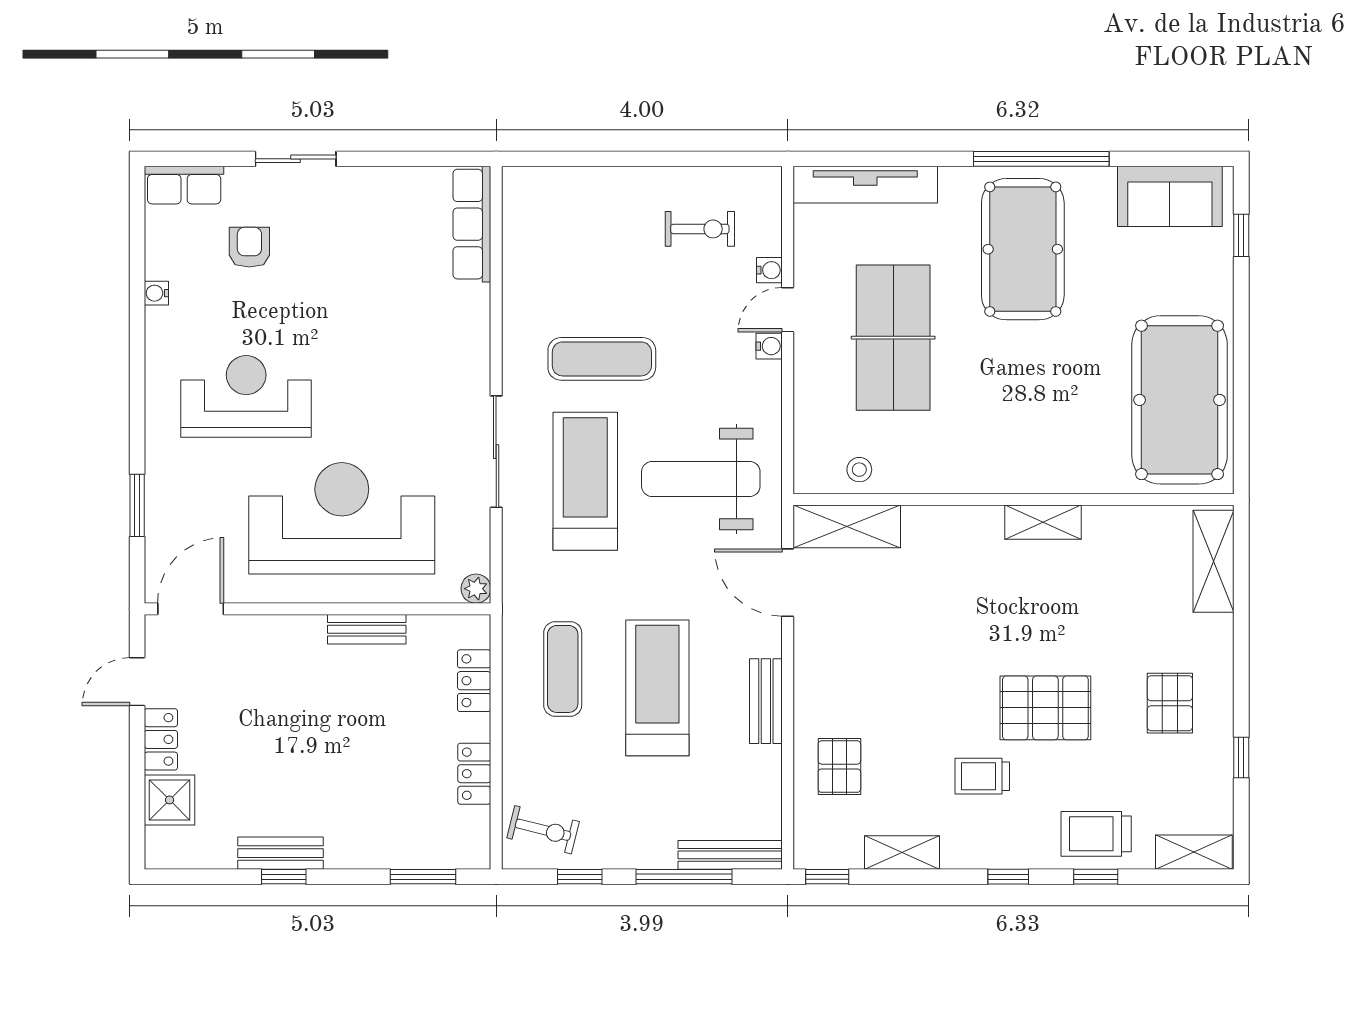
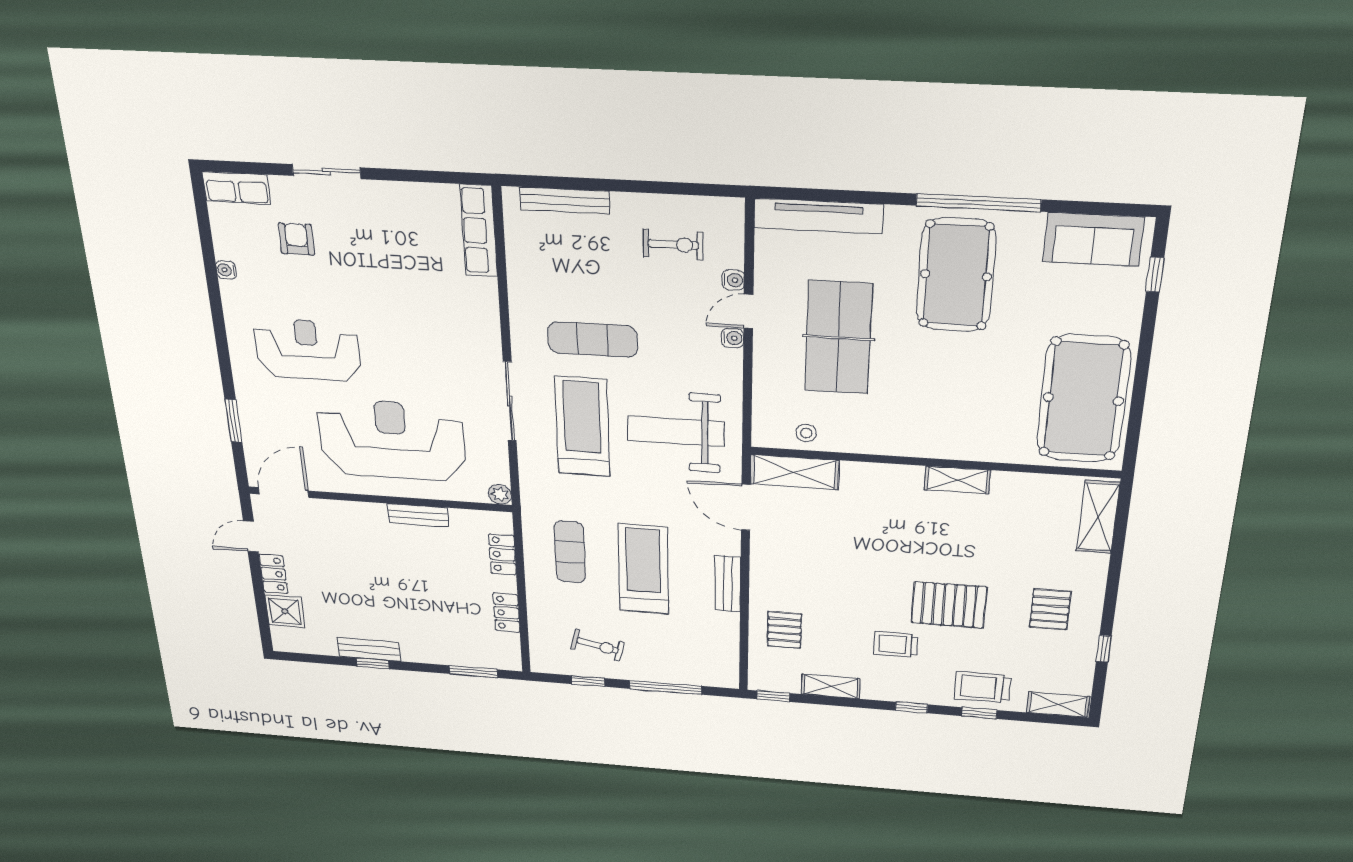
exercise bike: (543, 830) -> (597, 645), moved
bench: (730, 855) -> (565, 200), moved

